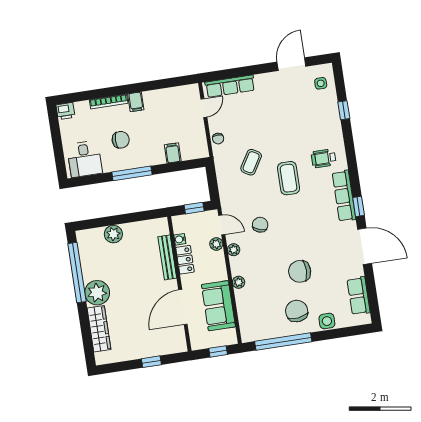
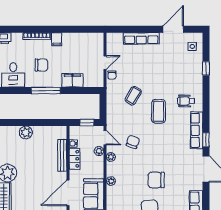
row of seats: (230, 86) -> (141, 38), moved
door: (204, 108) -> (105, 63), moved
filing cabinet: (173, 153) -> (72, 80), width x2.00

